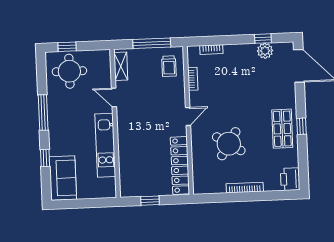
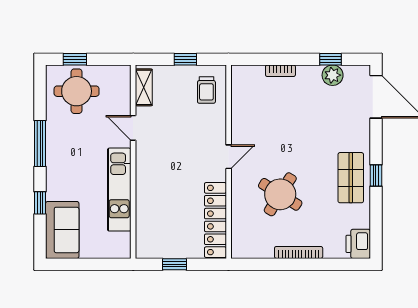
window: (152, 43) -> (185, 59), width x0.46
bookcase: (211, 50) -> (280, 71), moved
bookcase: (193, 79) -> (237, 108), removed

